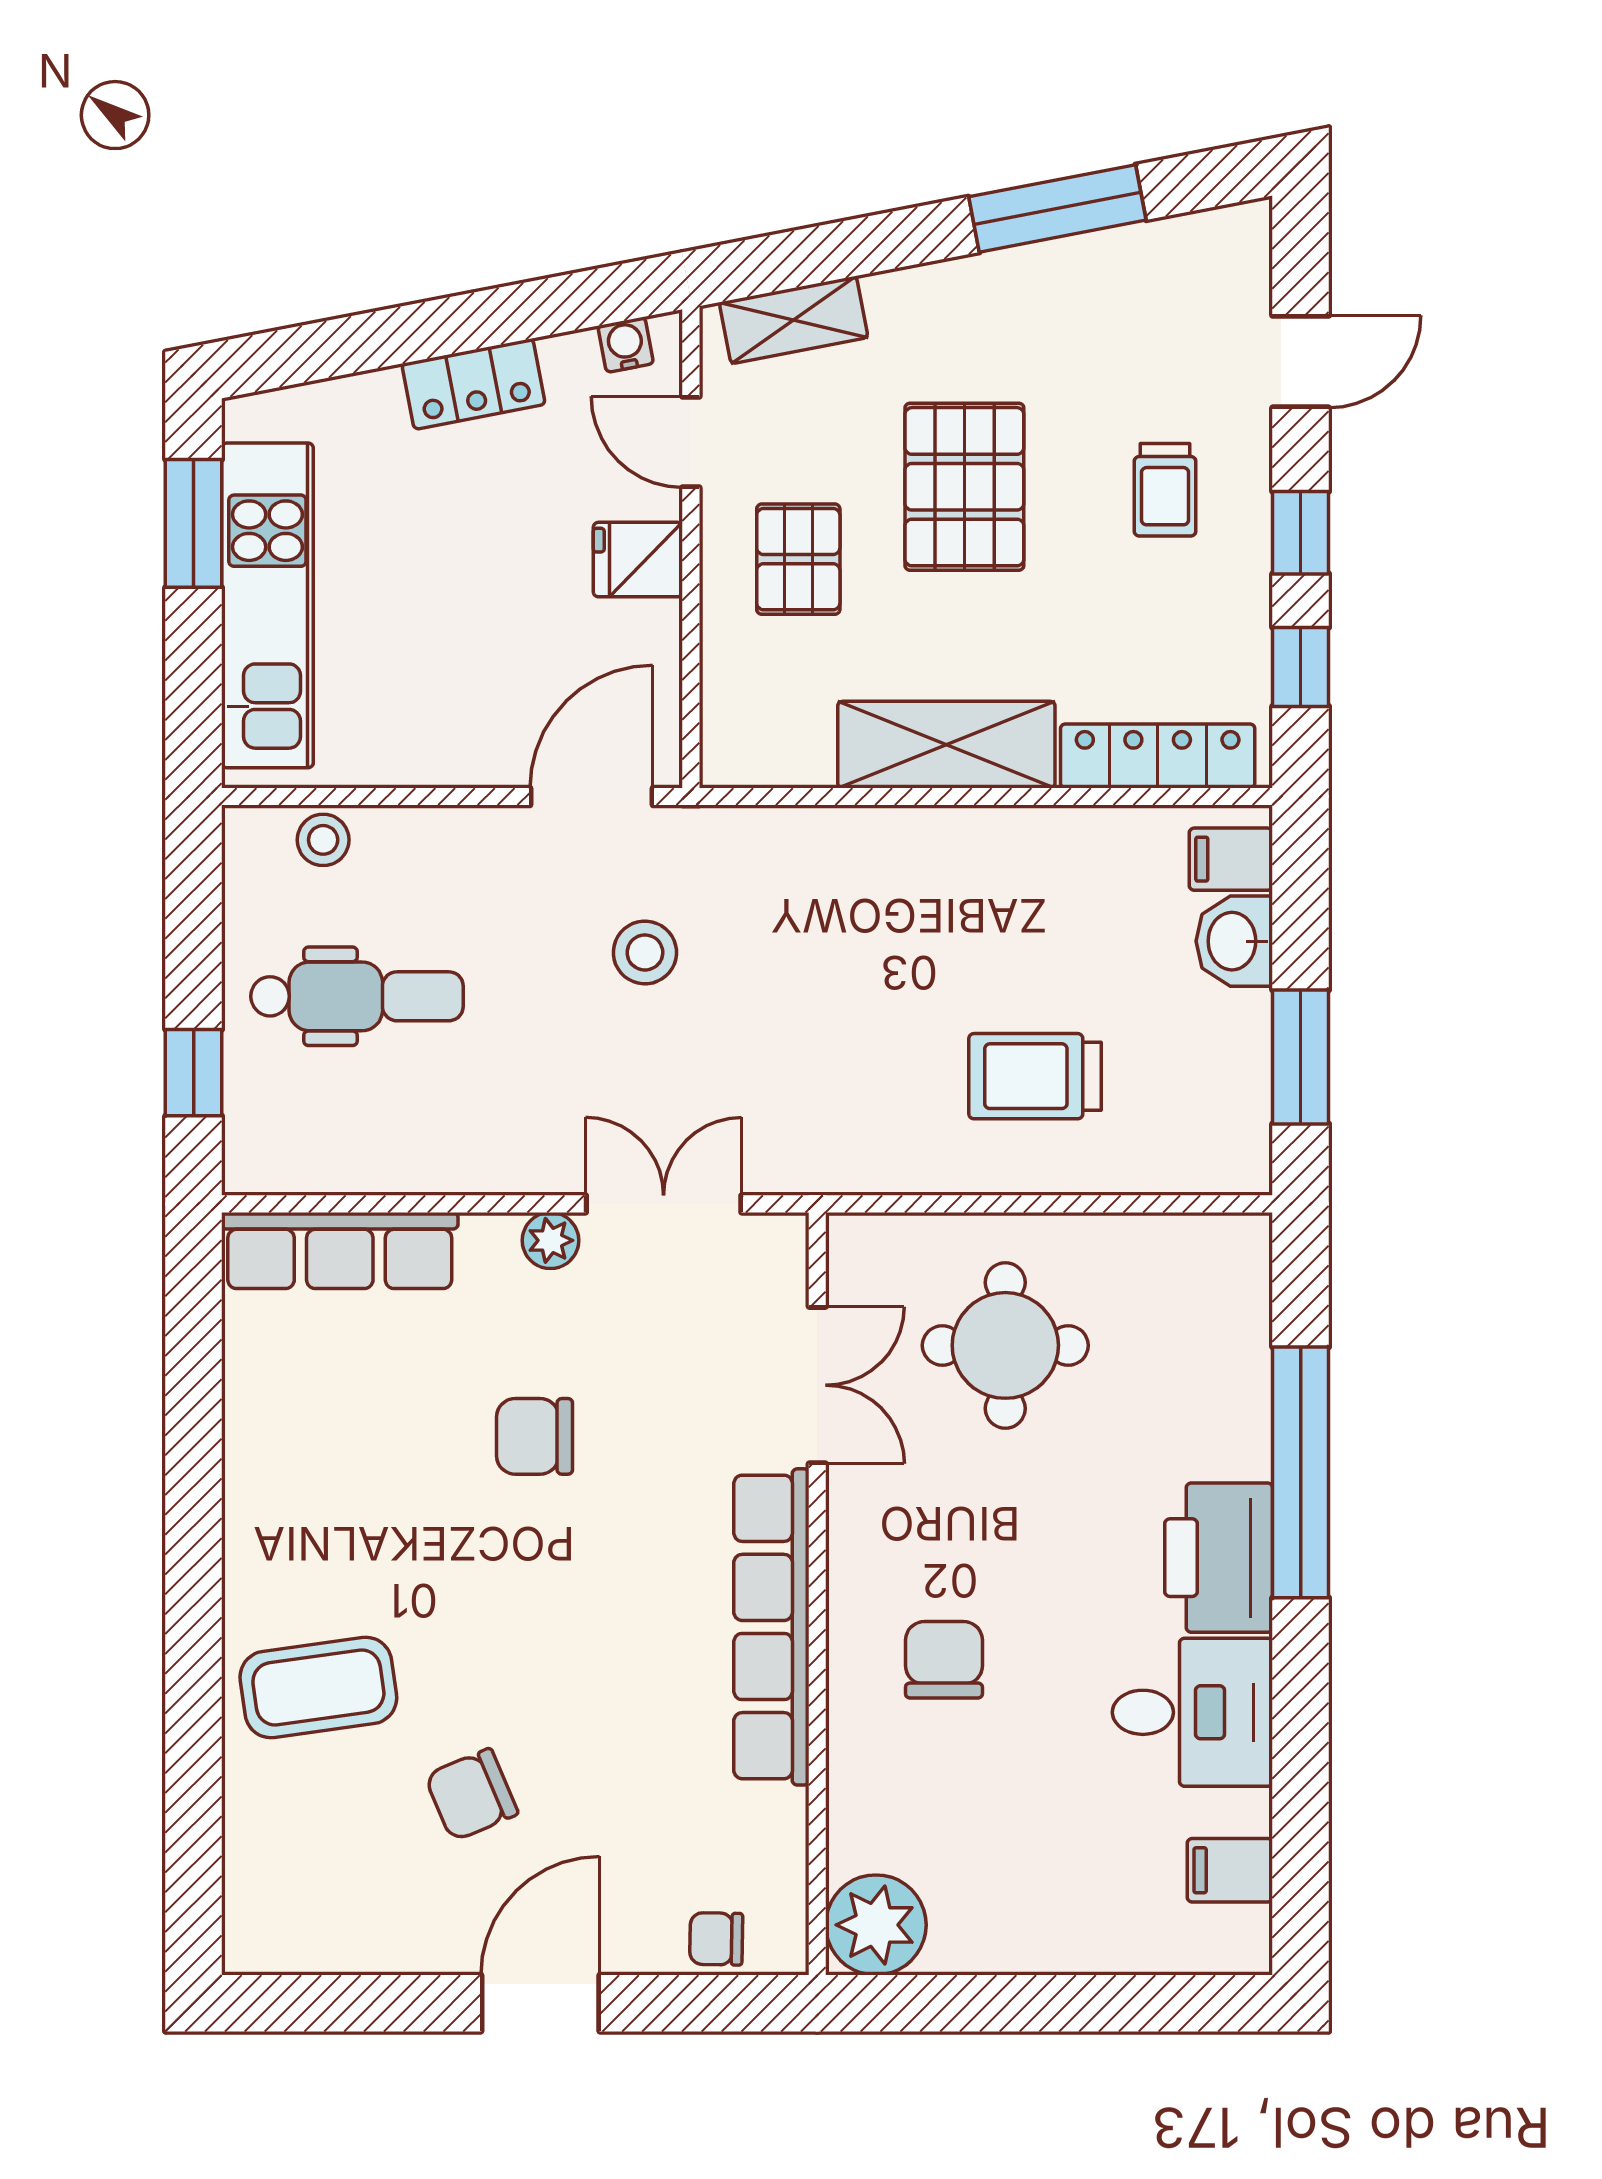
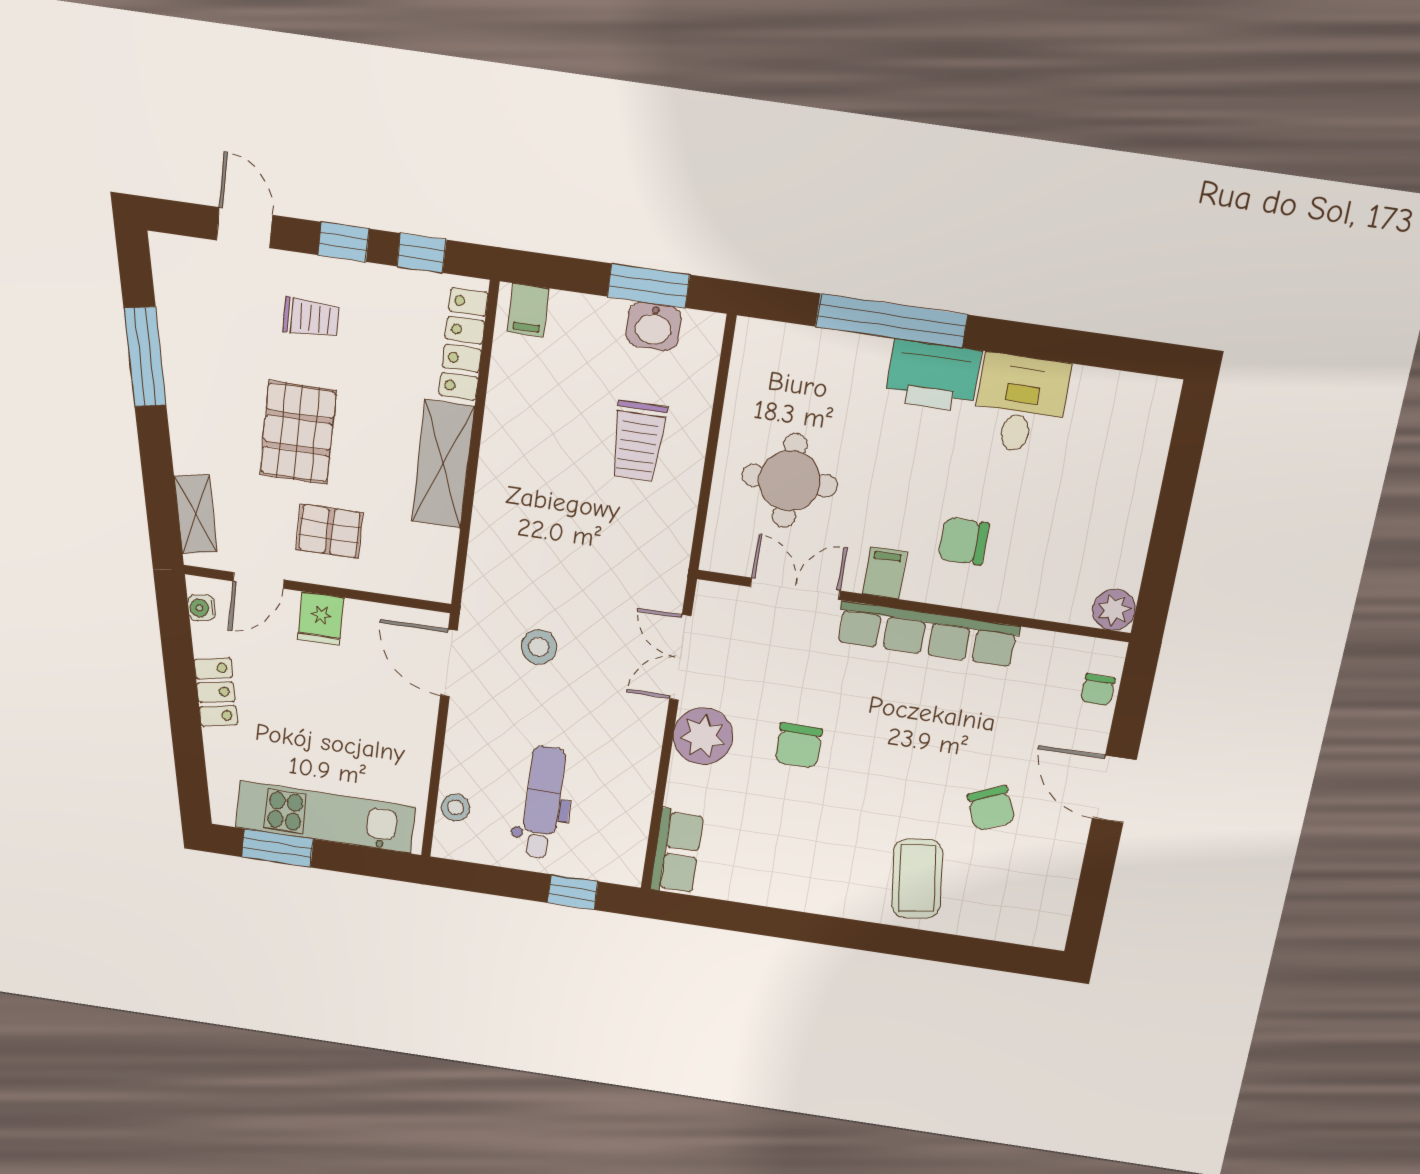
pallet: (964, 487) -> (298, 433), turned 90
washbasin: (1234, 941) -> (654, 326), moved
plant: (550, 1240) -> (703, 736), width x1.87, depth x1.87
row of seats: (340, 1250) -> (677, 852), width x0.68
filing cabinet: (1230, 1870) -> (885, 573), moved, turned 180
plant: (876, 1925) -> (1114, 610), width x0.73, depth x0.73

